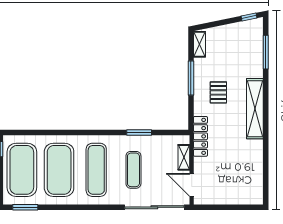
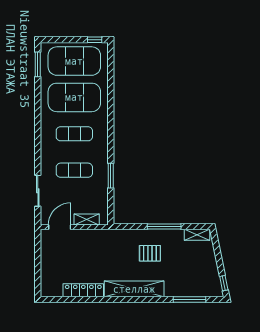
locker: (200, 136) -> (83, 290), moved, turned 180
exercise mat: (96, 170) -> (74, 134), width x0.73, depth x0.69
sliding door: (154, 207) -> (38, 191), width x0.54

